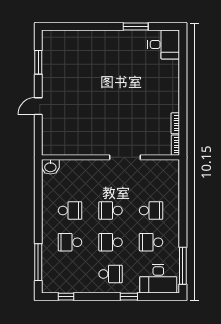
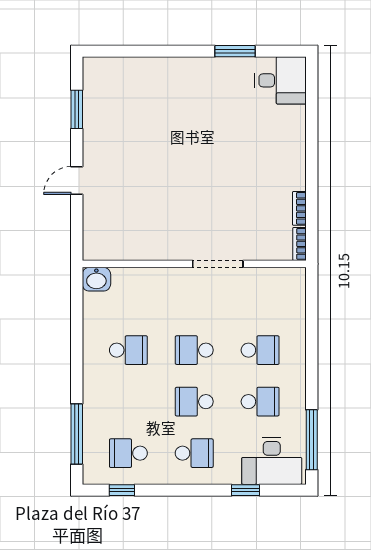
school desk: (70, 242) -> (128, 453), moved
school desk: (151, 242) -> (260, 402), turned 180
window: (129, 297) -> (245, 490), moved

